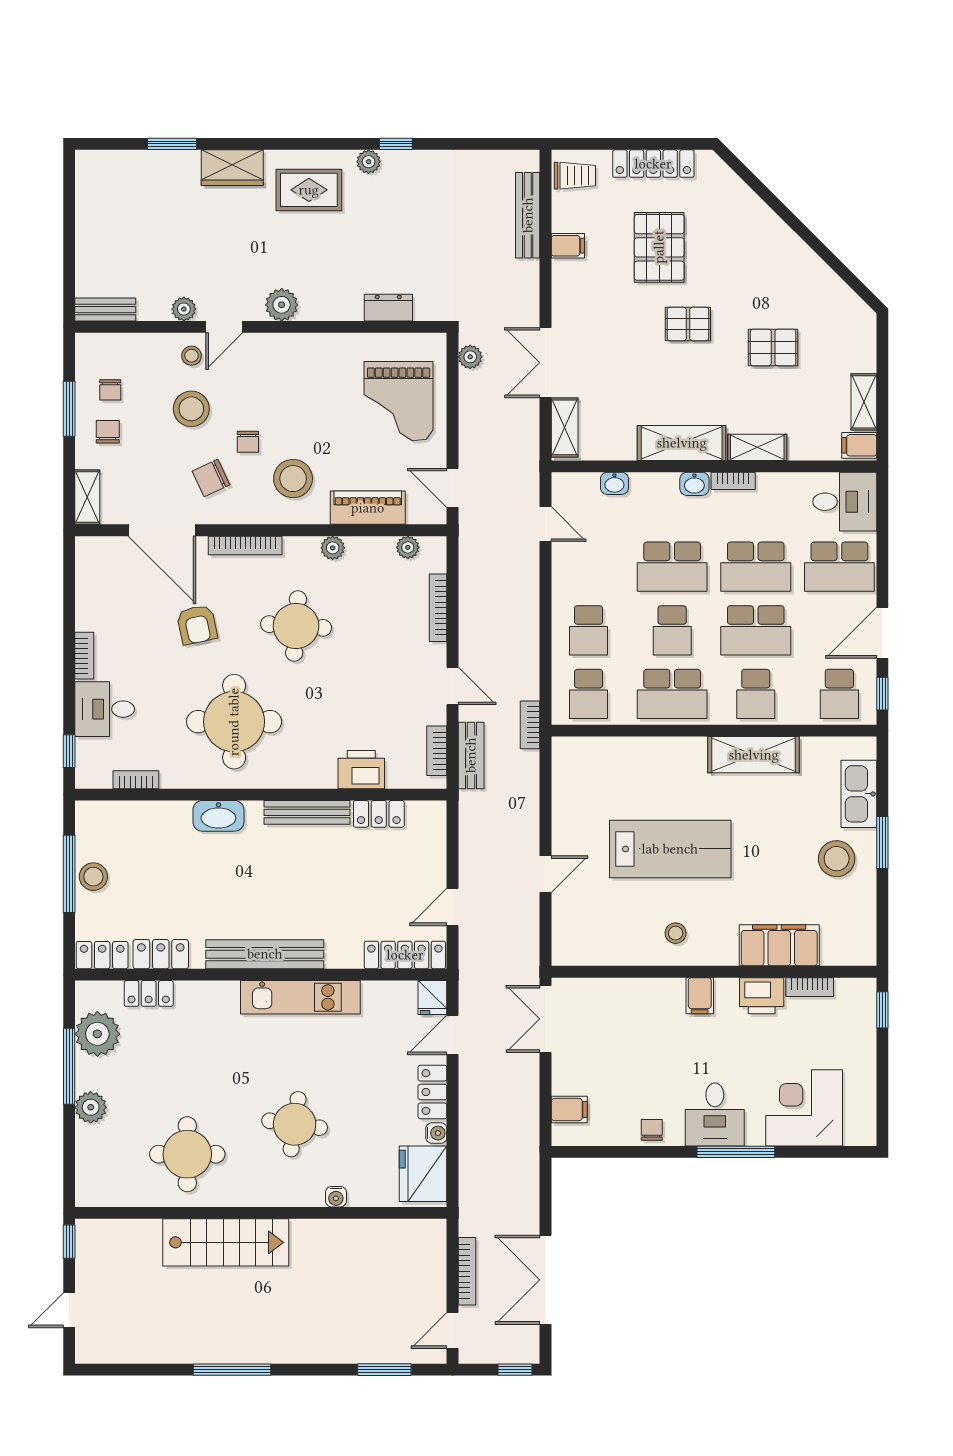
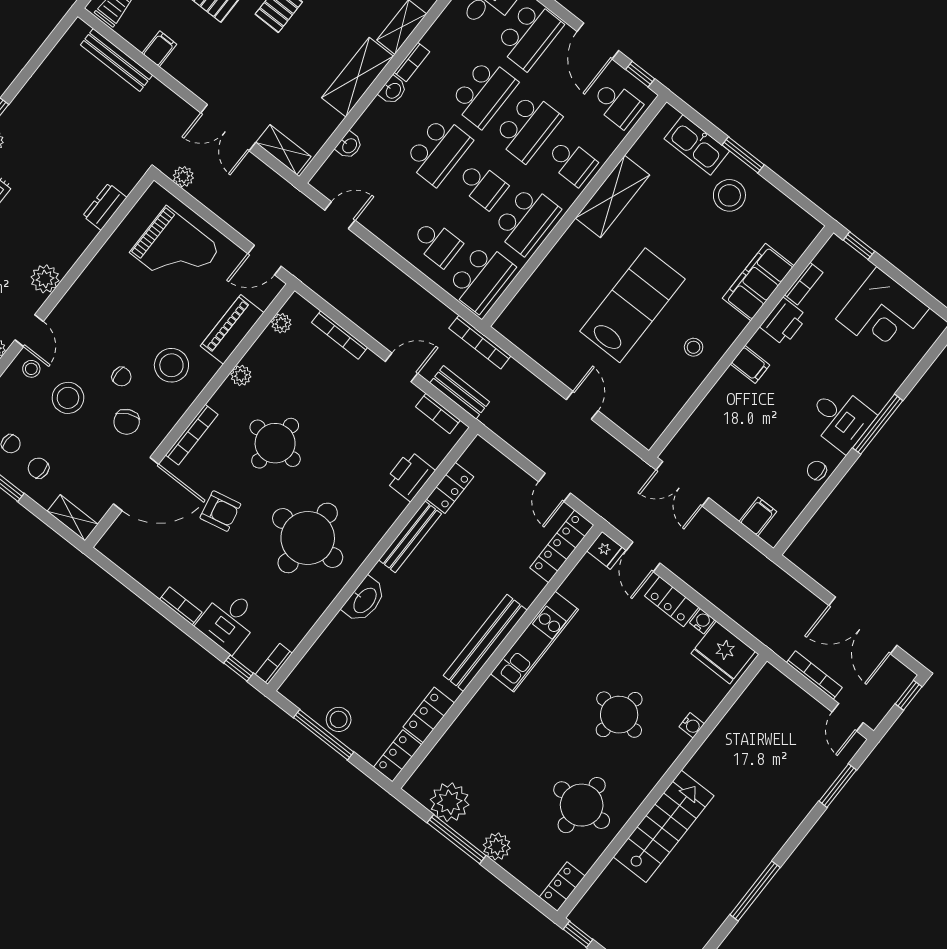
school desk: (589, 694) -> (481, 278), width x1.85
bookcase: (530, 725) -> (480, 342), width x1.56
bookcase: (136, 780) -> (274, 664), moved
locker: (149, 993) -> (562, 887), moved, turned 180
corner desk: (804, 1108) -> (883, 313), moved, turned -90

